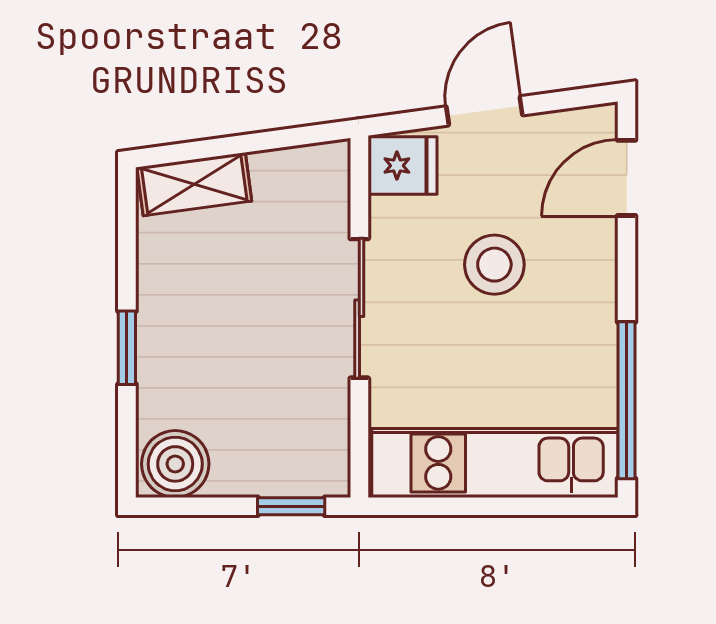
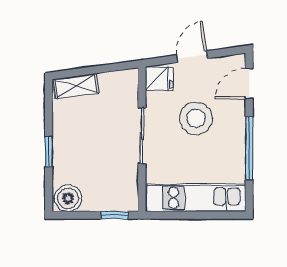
stool: (494, 265) -> (196, 118), width x1.38, depth x1.38
window: (627, 400) -> (249, 148), moved

